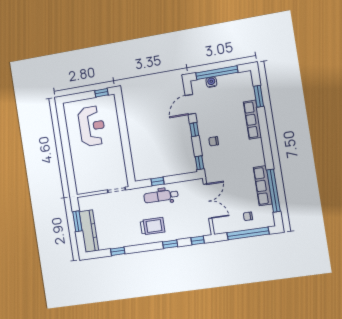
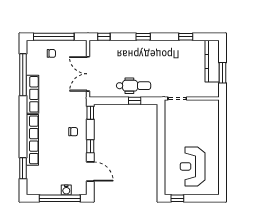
door: (190, 104) -> (90, 171), hinge flipped
row of seats: (252, 120) -> (32, 140), width x1.36
row of seats: (263, 186) -> (33, 94), moved
trolley: (152, 226) -> (147, 57), removed
window: (170, 244) -> (143, 37), moved

